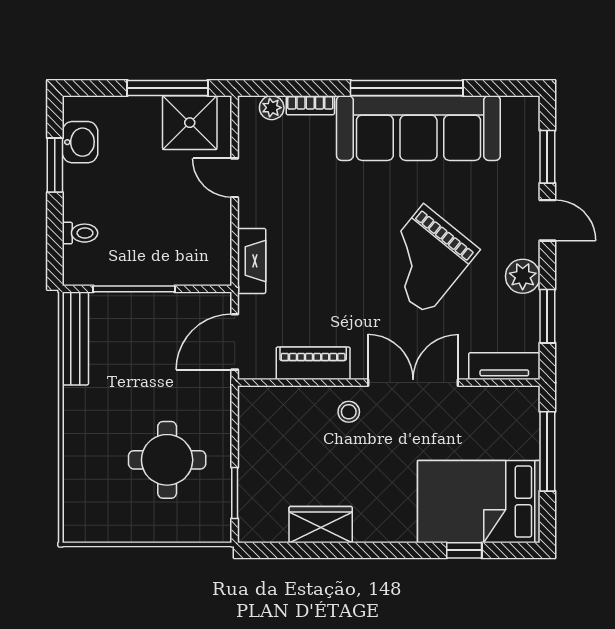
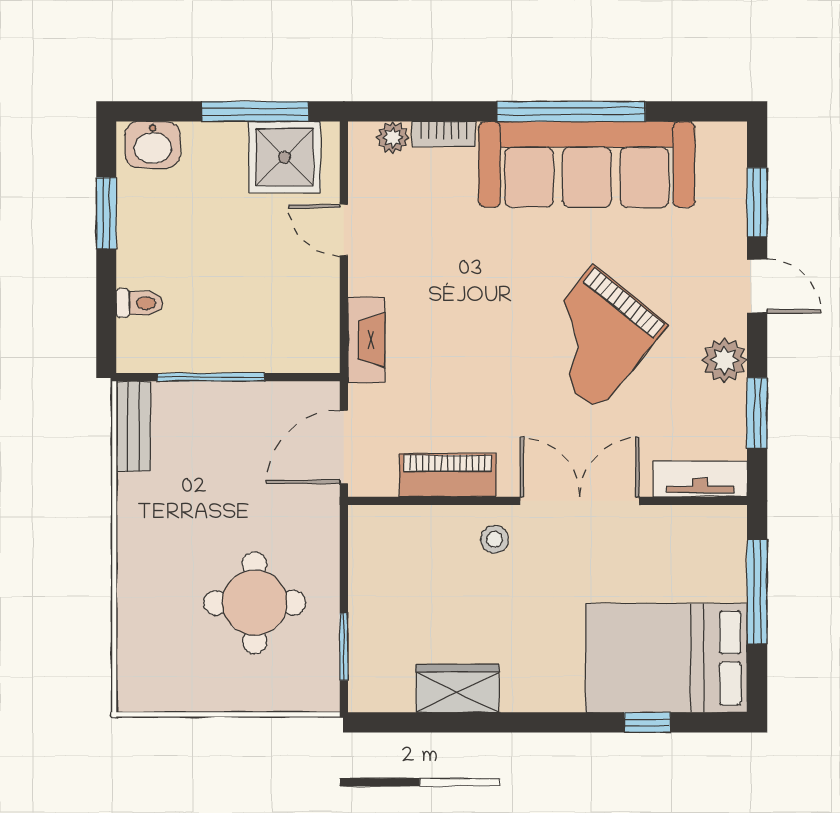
washbasin: (80, 142) -> (153, 145), moved, turned 90
bench: (75, 339) -> (133, 426), width x0.73

